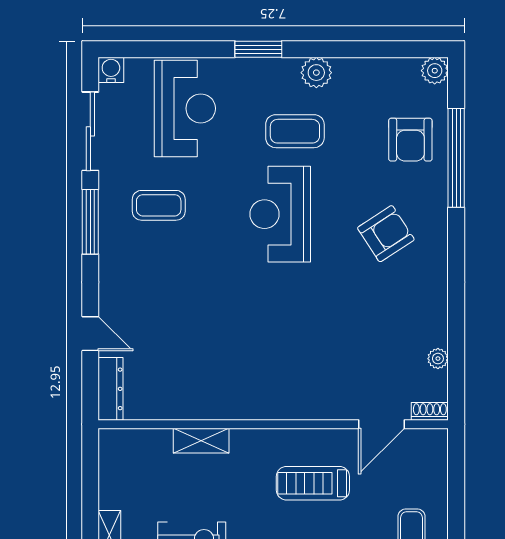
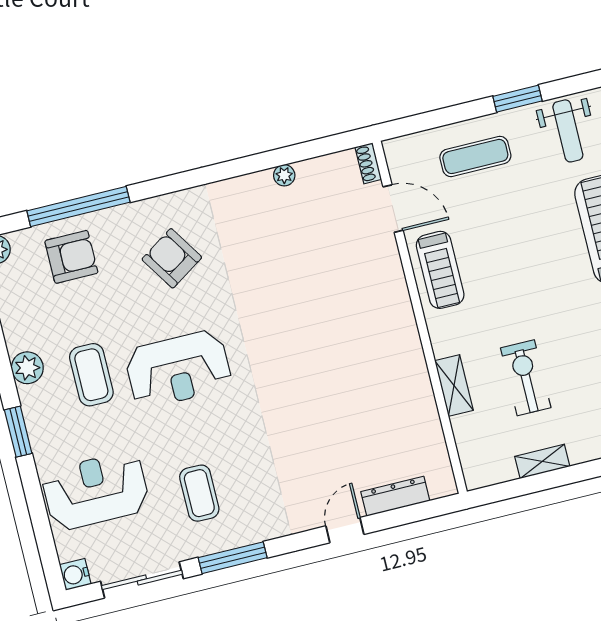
shoe rack: (430, 411) -> (368, 163), moved
wall: (273, 424) -> (420, 317), moved
door: (382, 424) -> (393, 209), moved
shelving: (201, 441) -> (454, 385), moved

